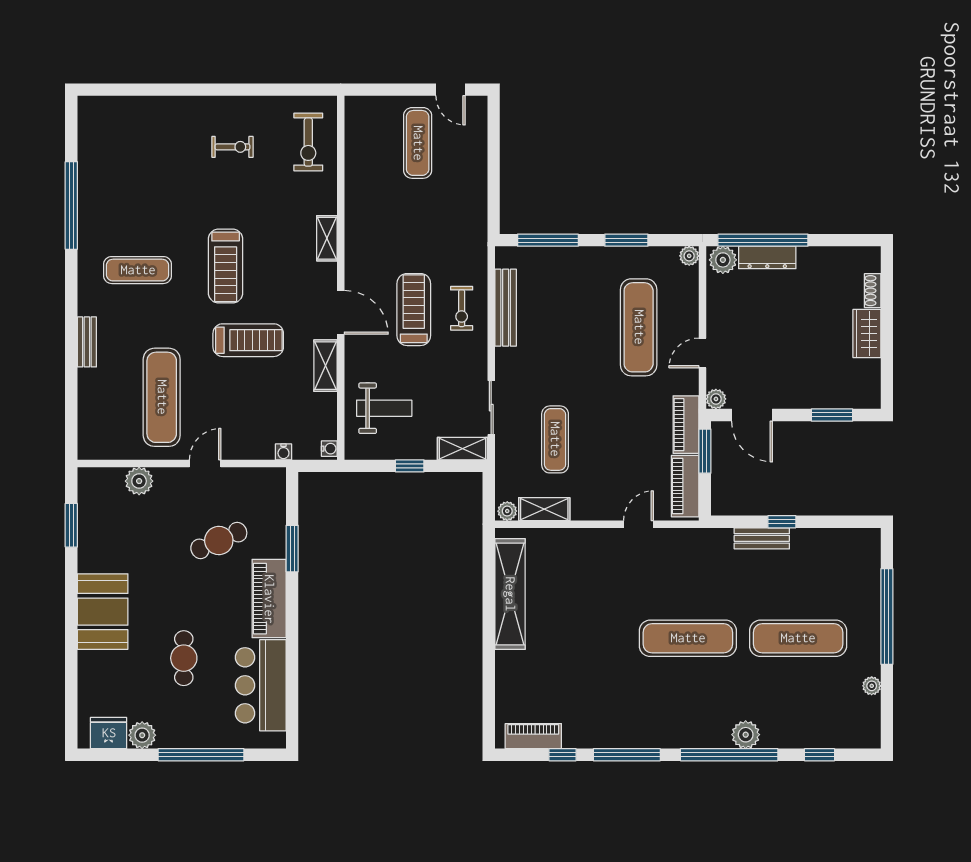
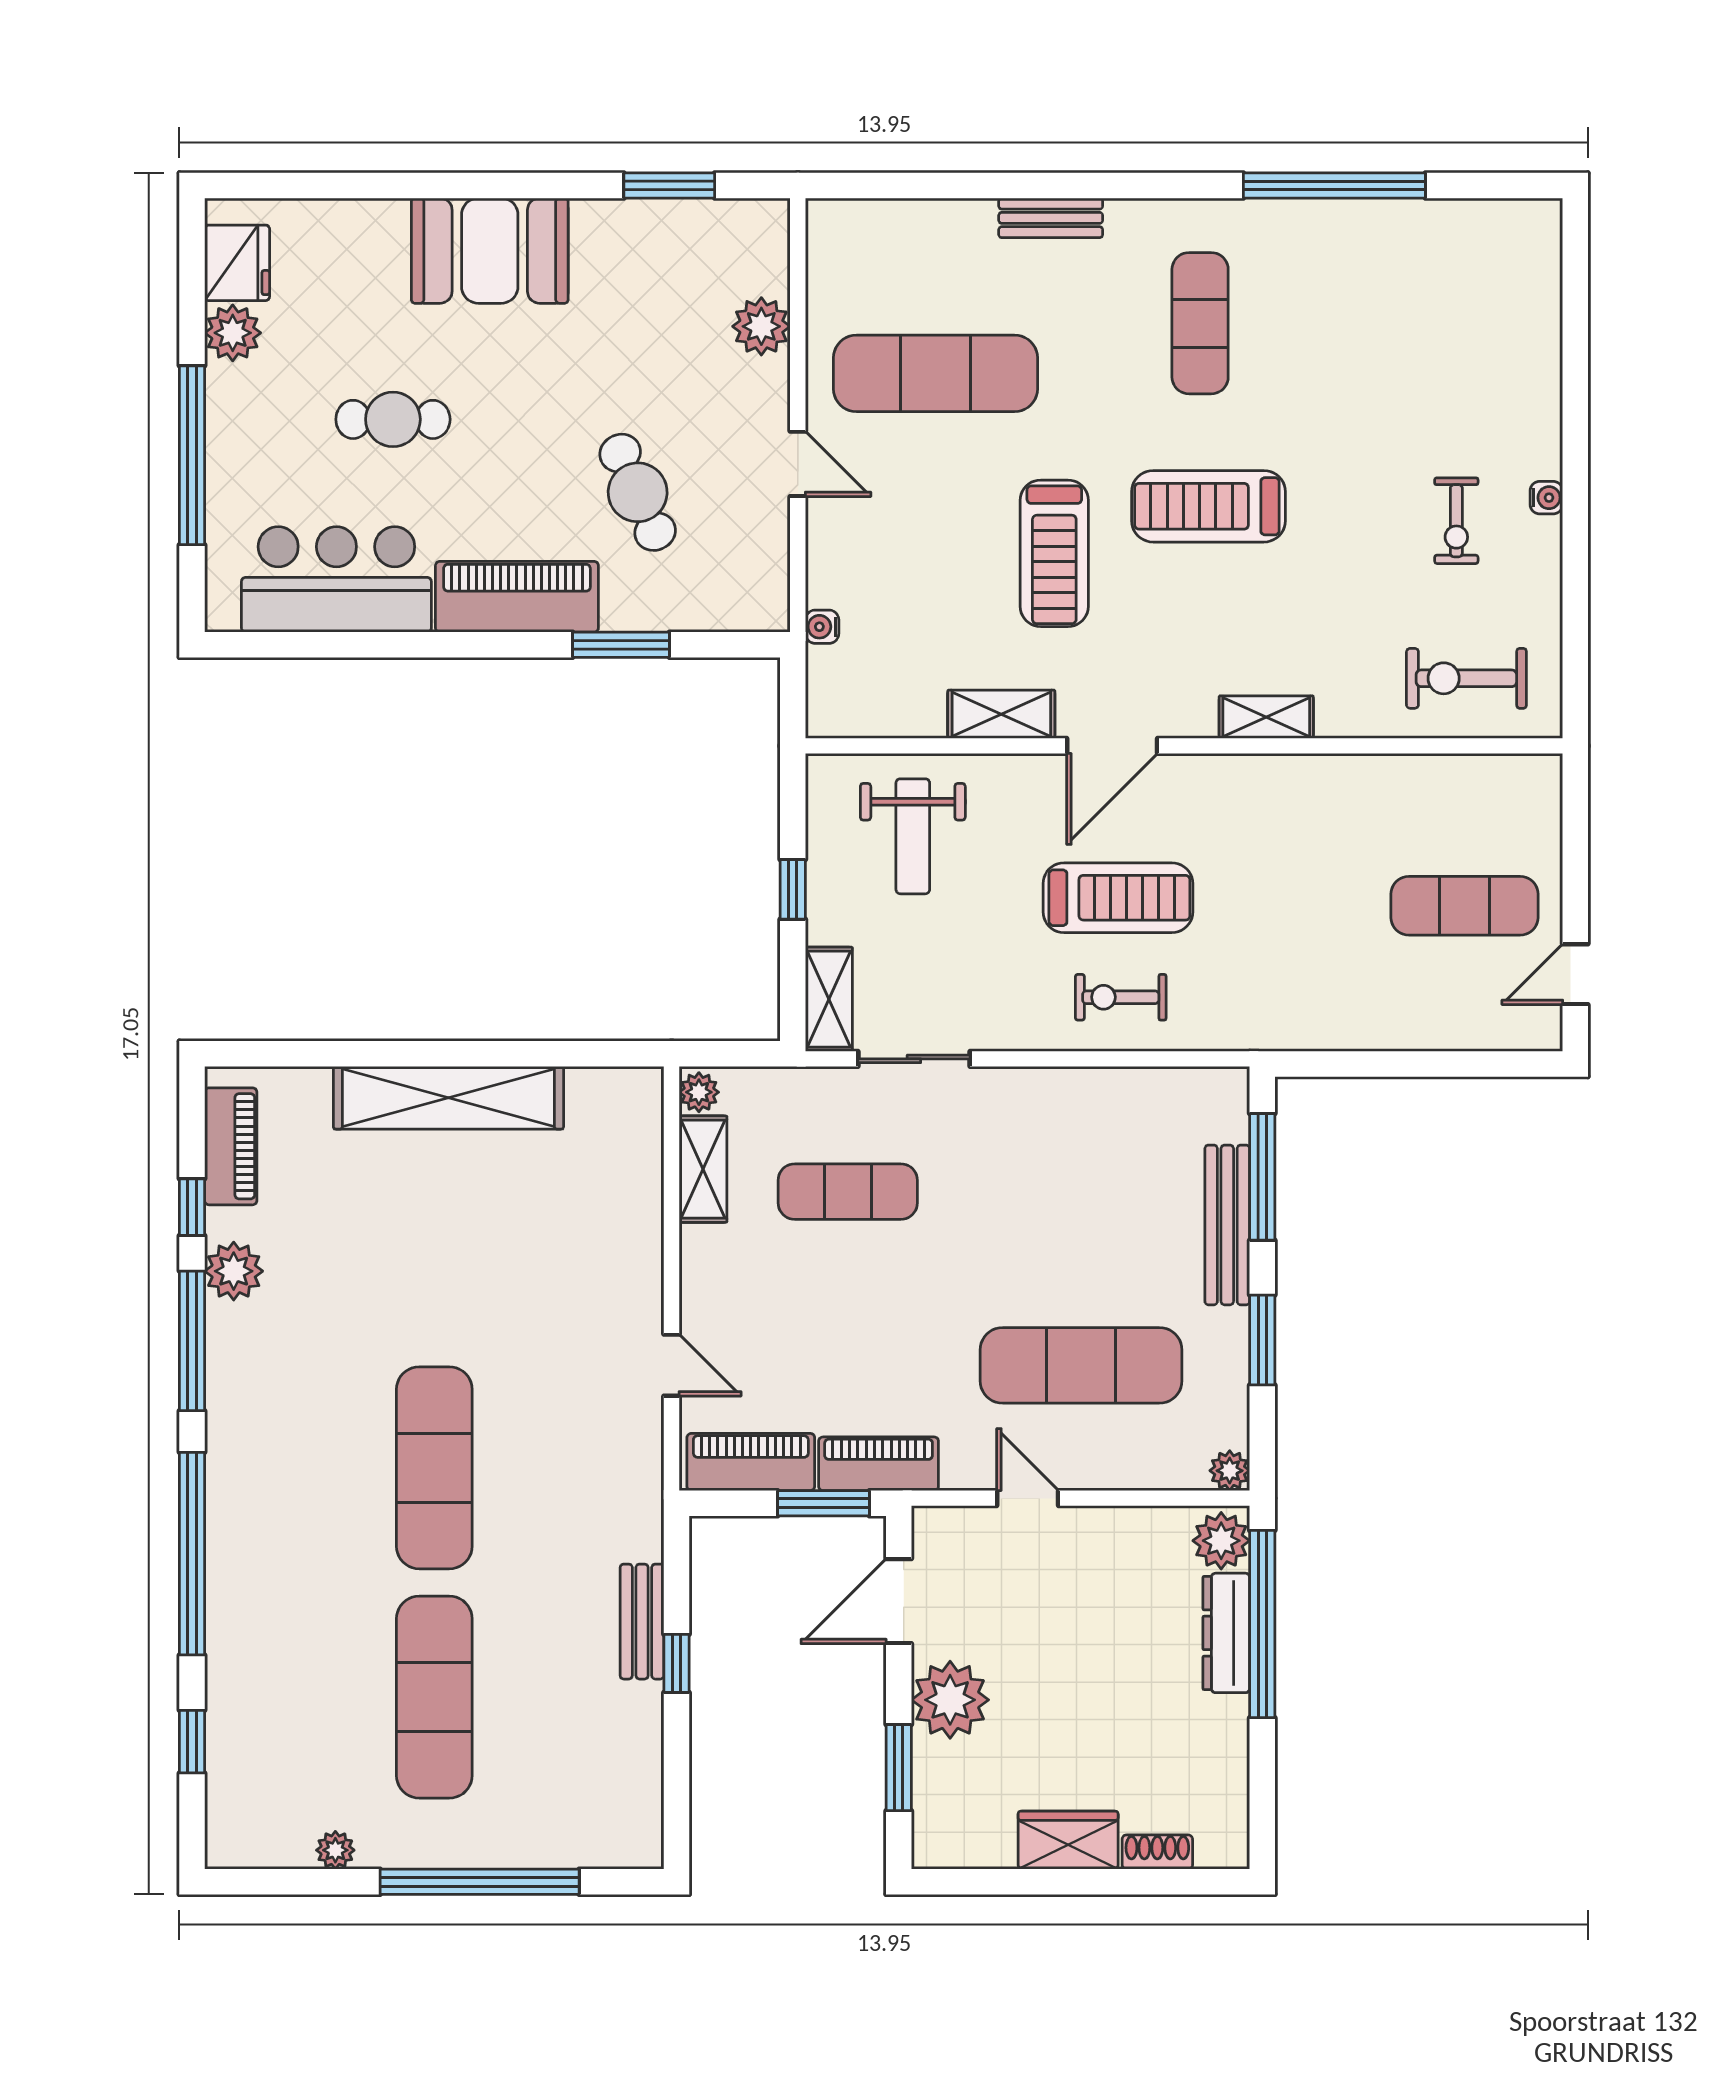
bench: (506, 308) -> (1227, 1225), moved, turned 90
plant: (716, 399) -> (950, 1700), moved, width x1.88, depth x1.88
water cooler: (329, 449) -> (1546, 498), moved, turned -90
shelving: (510, 594) -> (448, 1098), moved
plant: (746, 735) -> (234, 1271), moved

